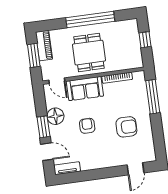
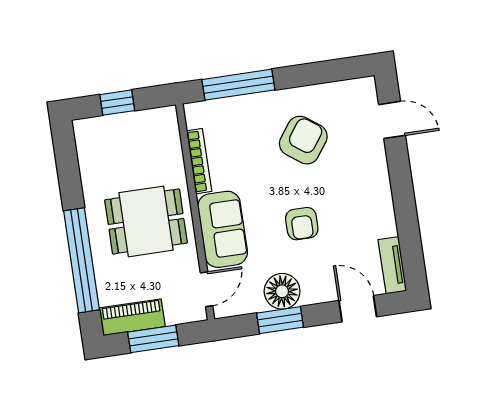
window: (90, 19) -> (82, 260), moved
armchair: (87, 126) -> (302, 224), turned -90
window: (43, 127) -> (280, 320), moved
armchair: (126, 127) -> (303, 140), turned 36
door: (47, 152) -> (358, 309), hinge flipped

